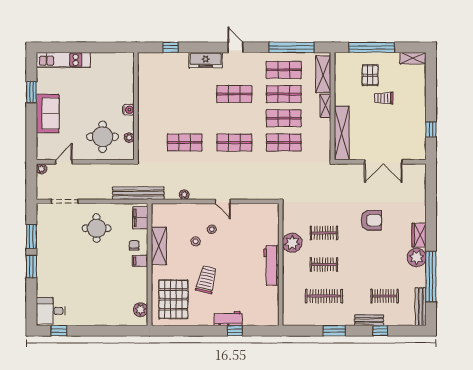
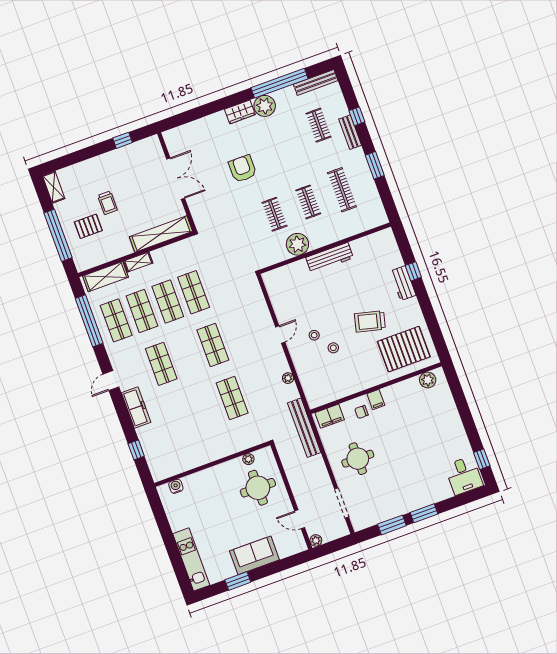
water cooler: (128, 110) -> (176, 486), moved
shelving: (159, 246) -> (352, 385), removed

